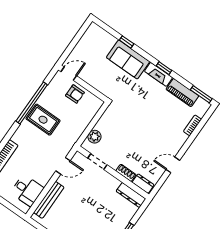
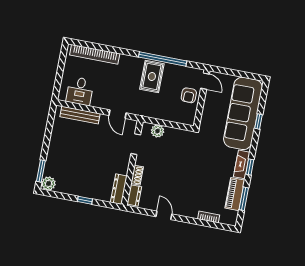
sofa: (128, 59) -> (243, 113), width x1.85, depth x1.27
window: (201, 94) -> (244, 199), moved

